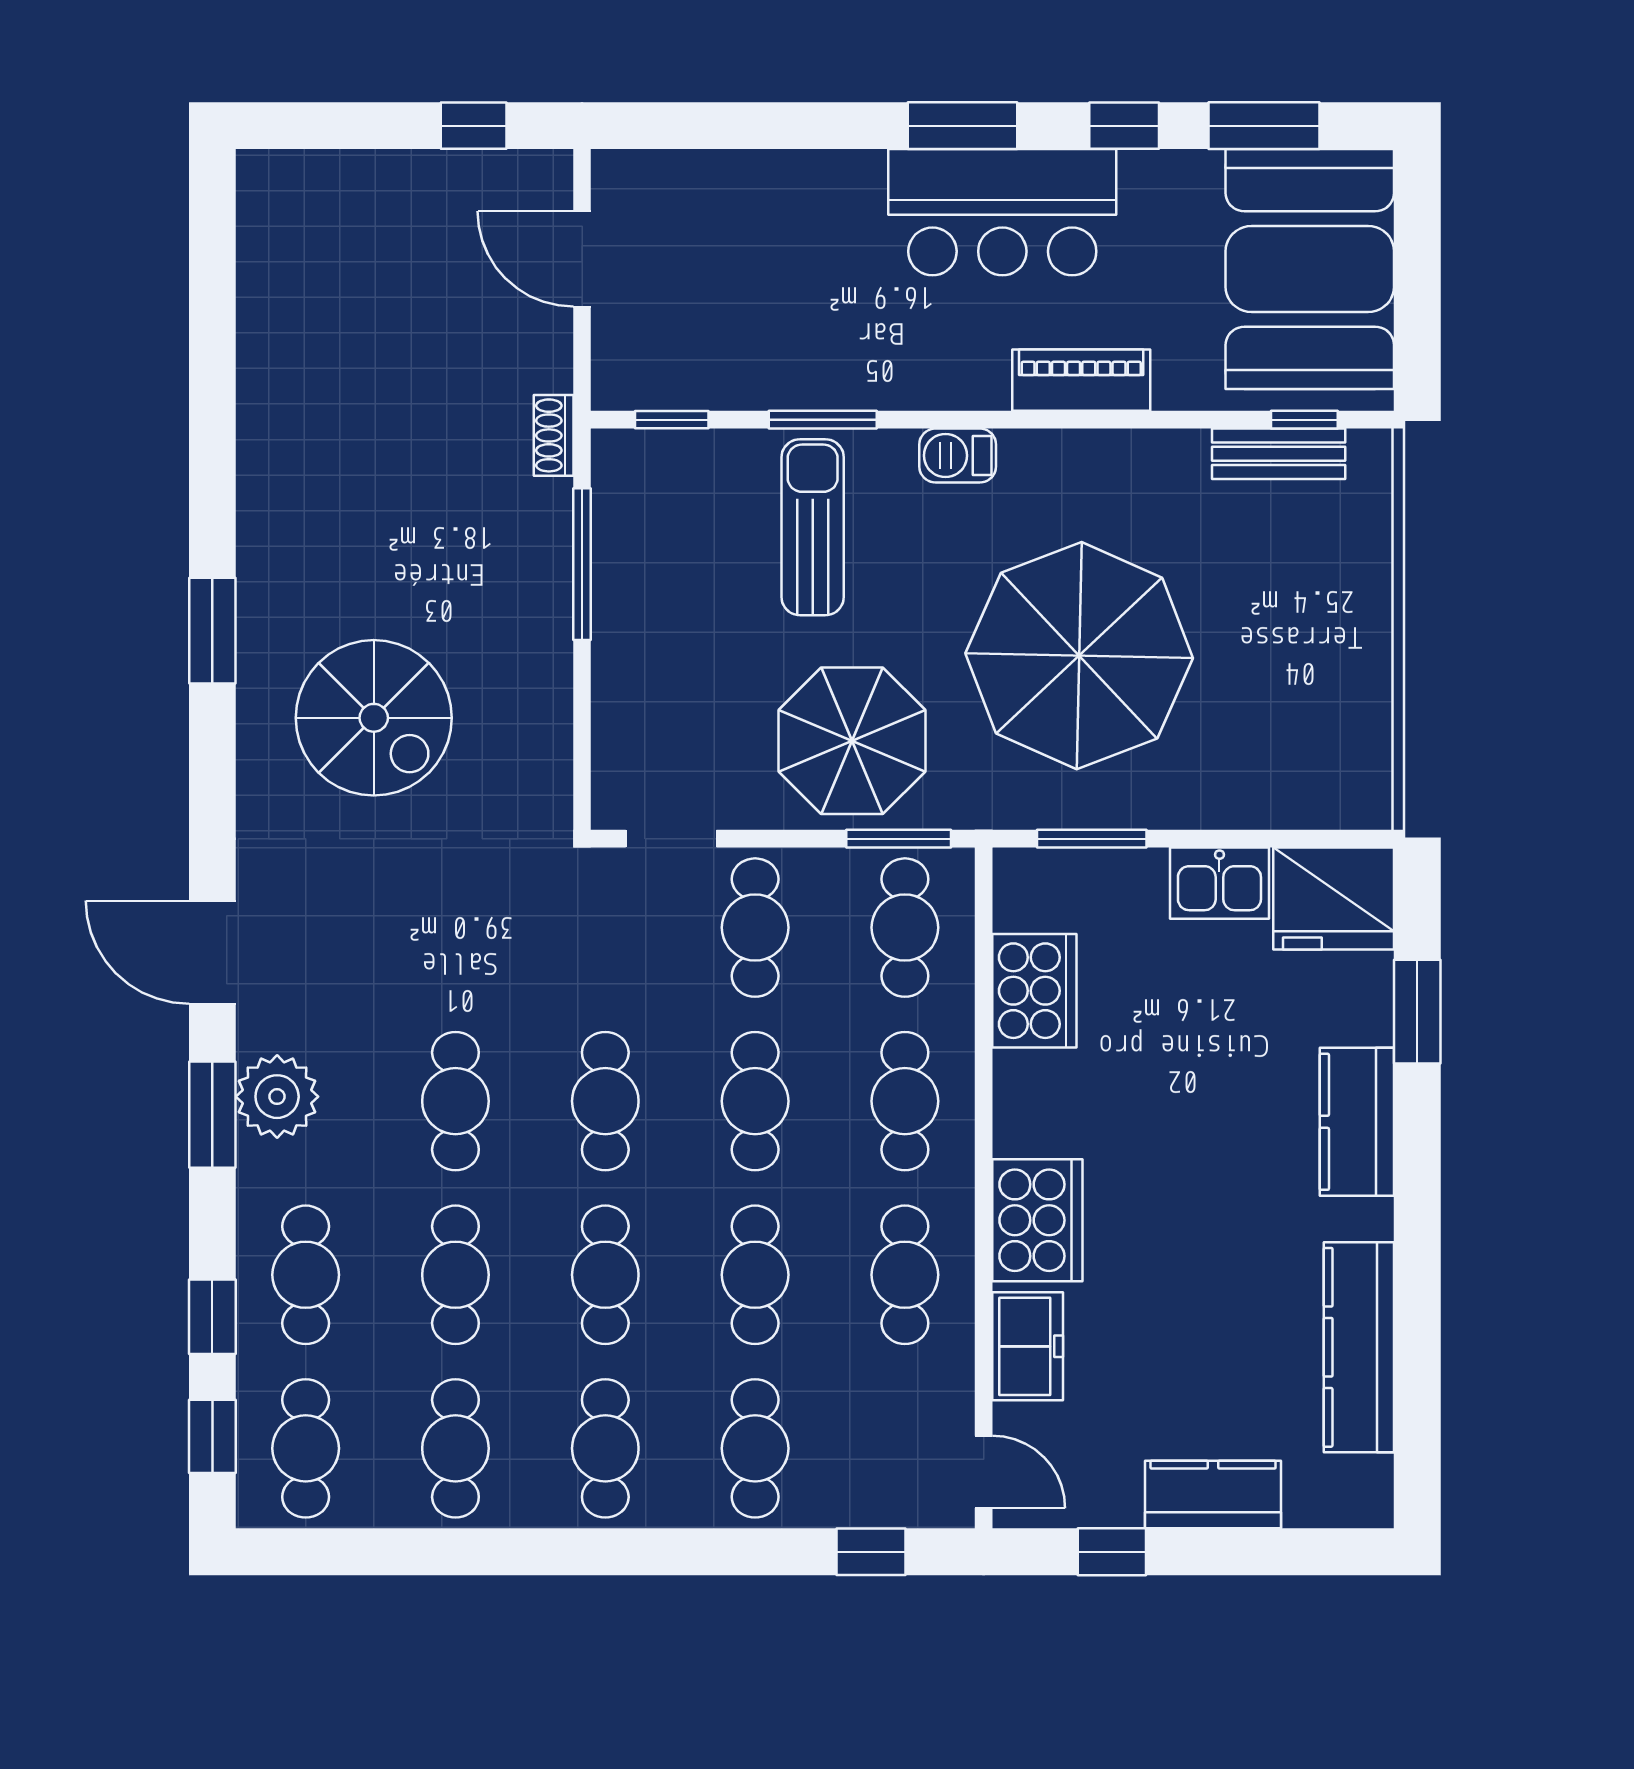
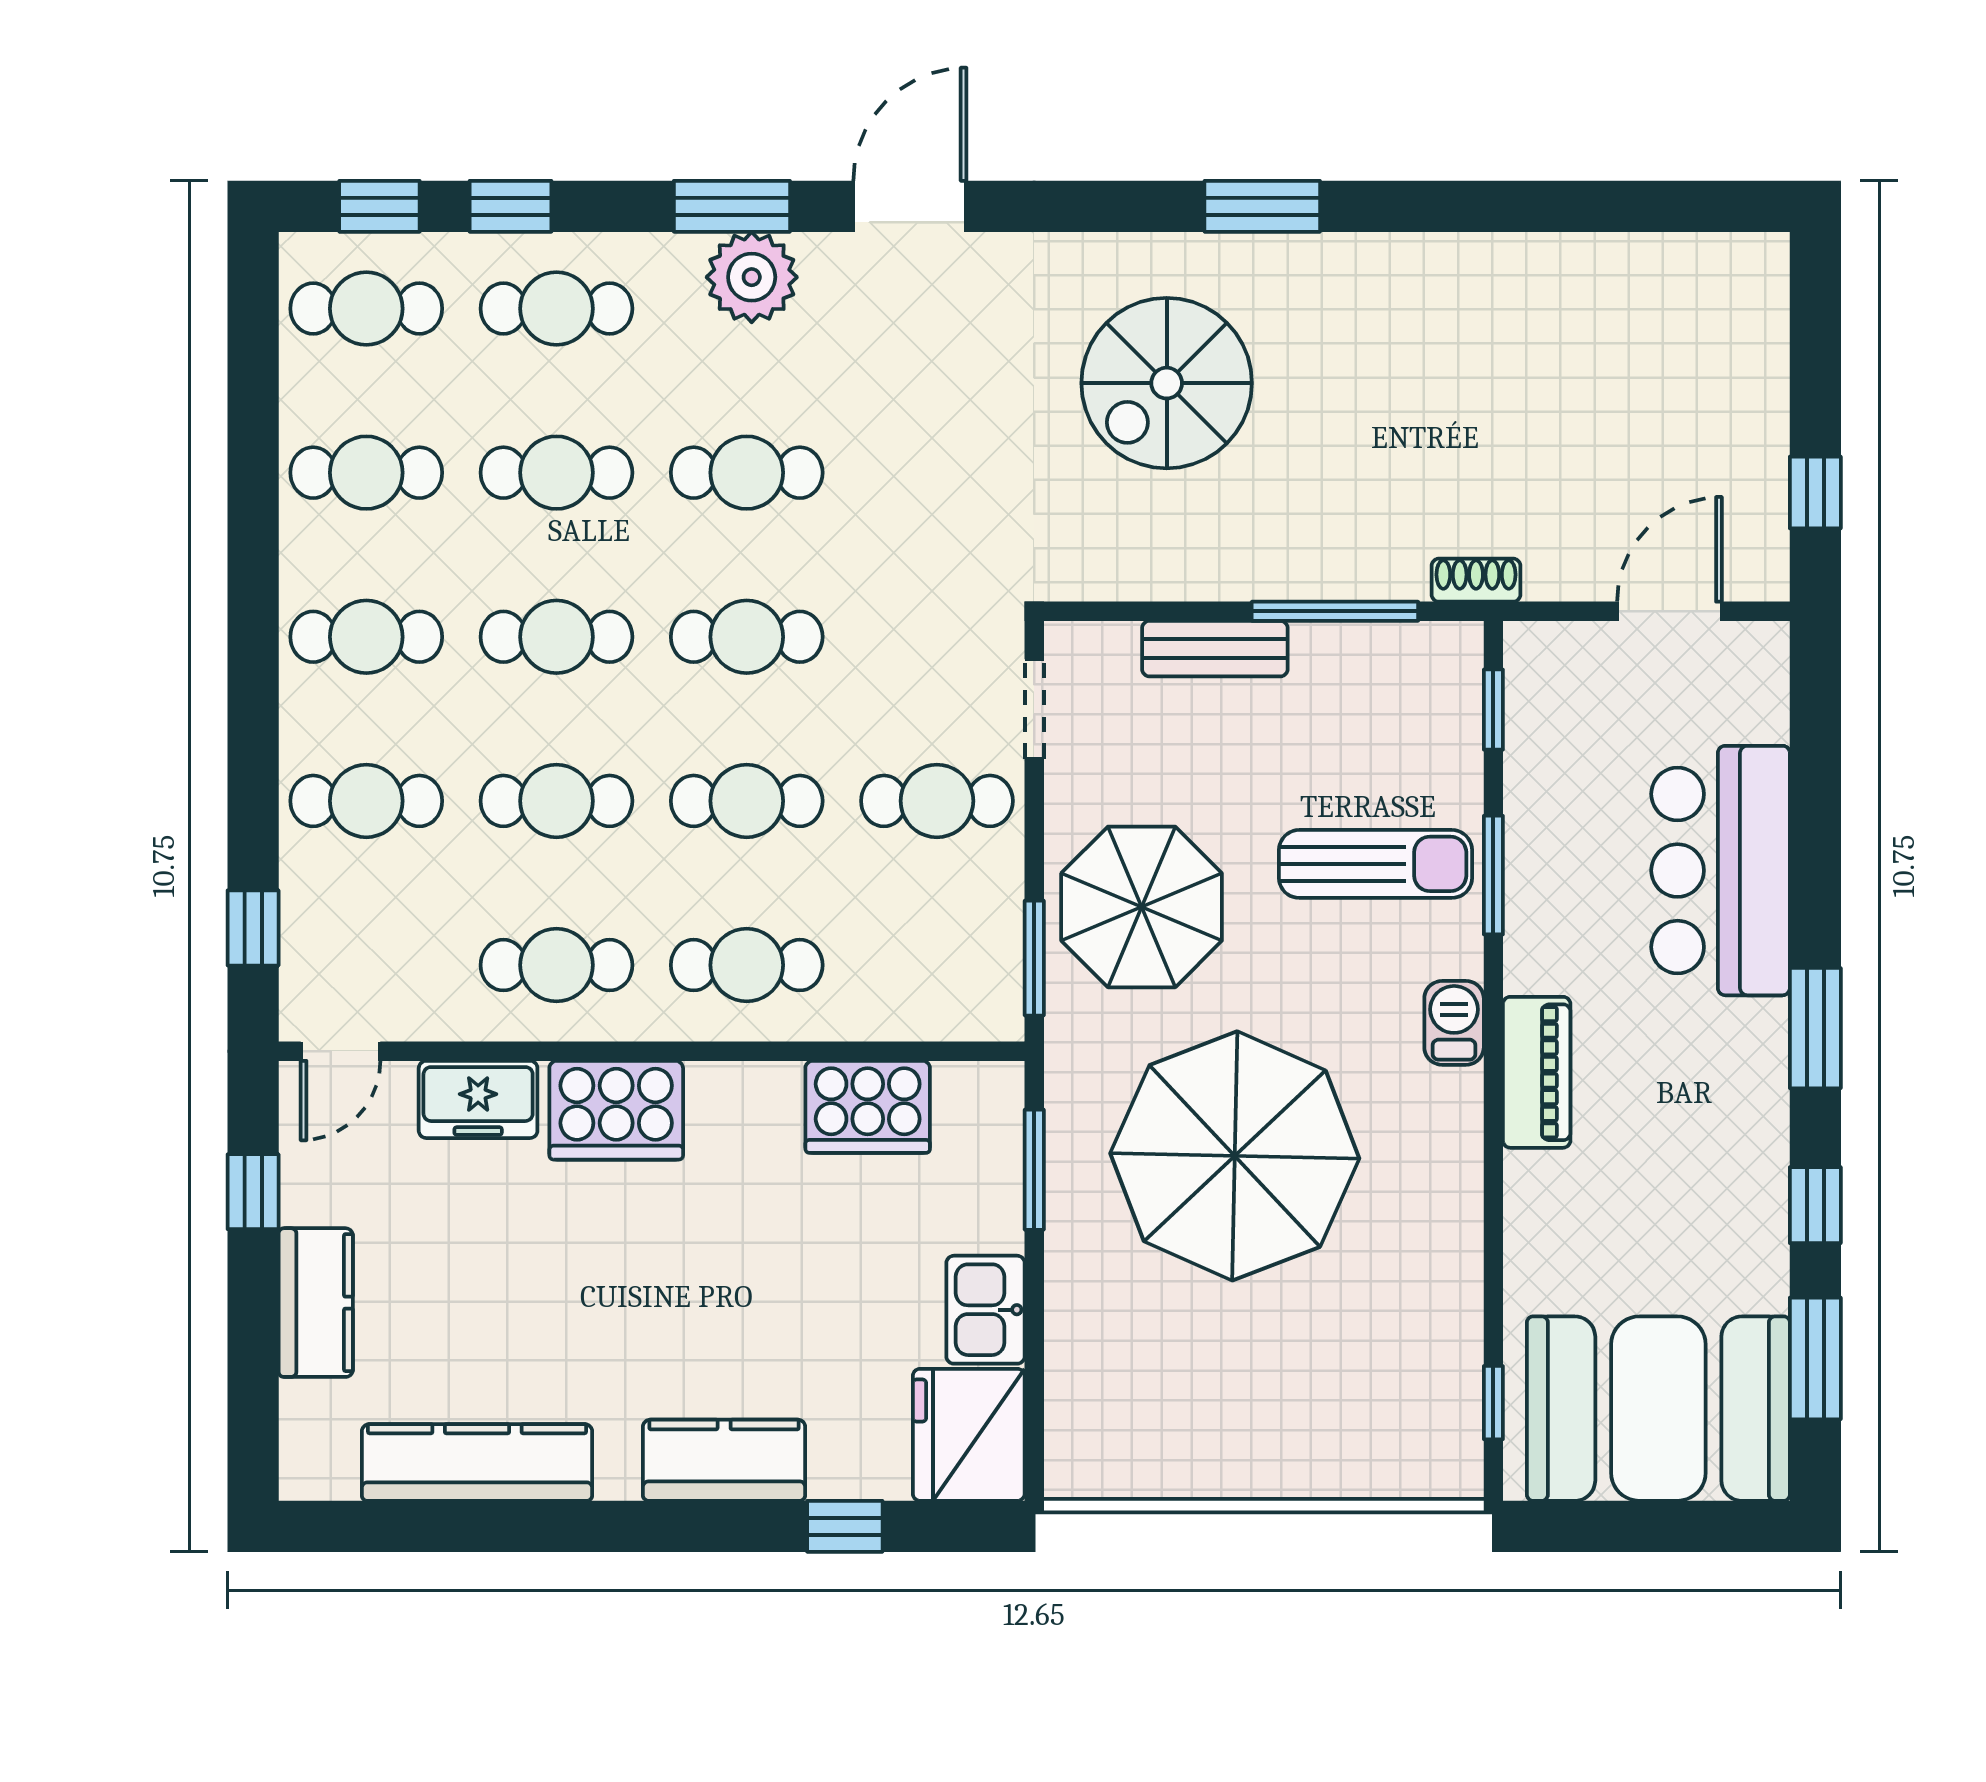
bar counter: (1002, 212) -> (1721, 871), moved
piano: (1081, 380) -> (1537, 1072), moved
bench: (1279, 454) -> (1215, 649), moved, turned 90
cafe table: (905, 928) -> (937, 965), removed
window: (1417, 1012) -> (845, 1526), width x0.67

